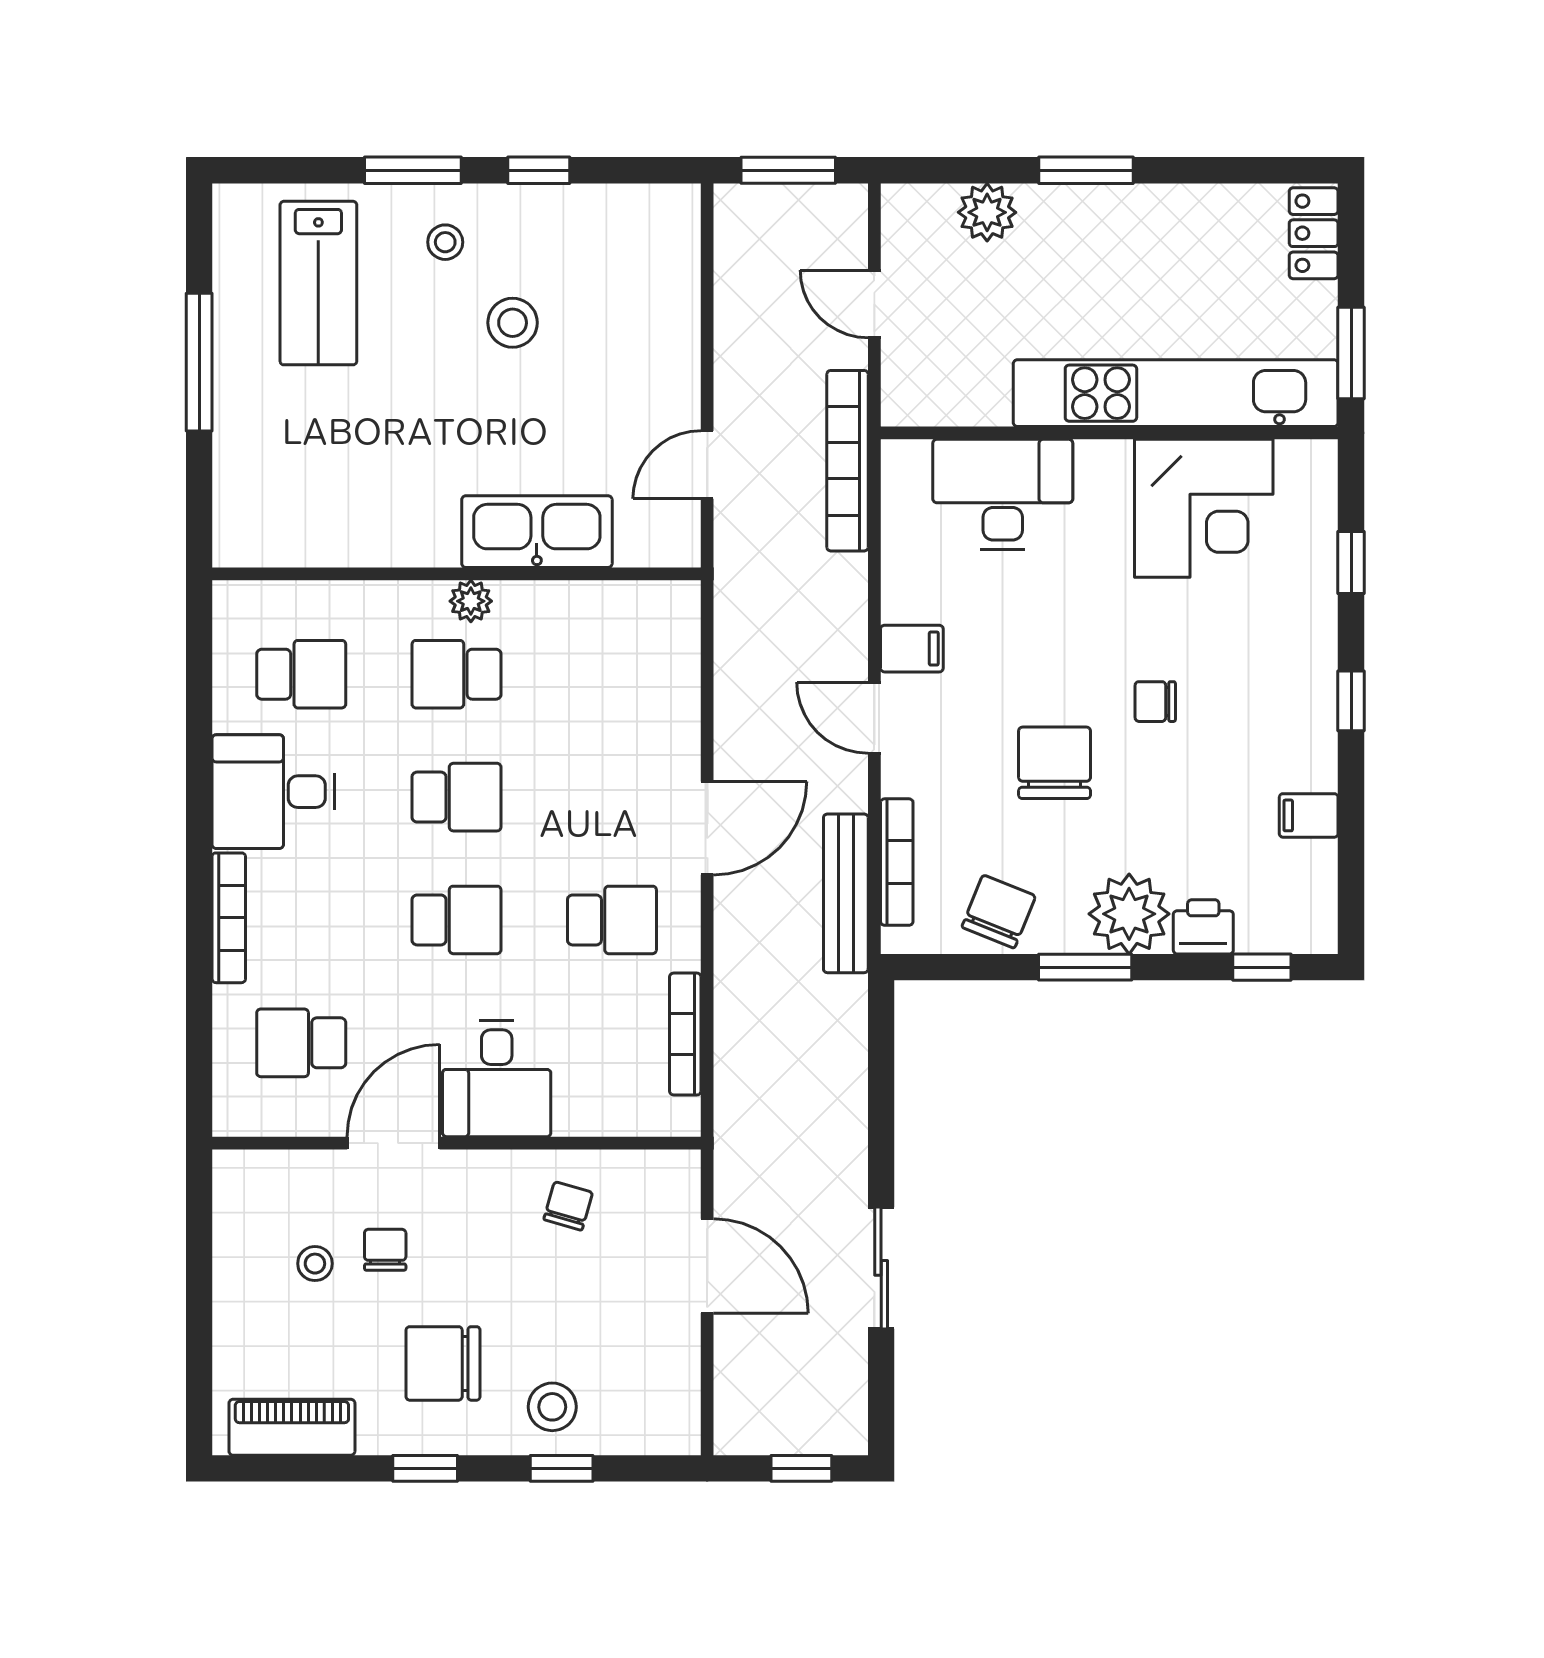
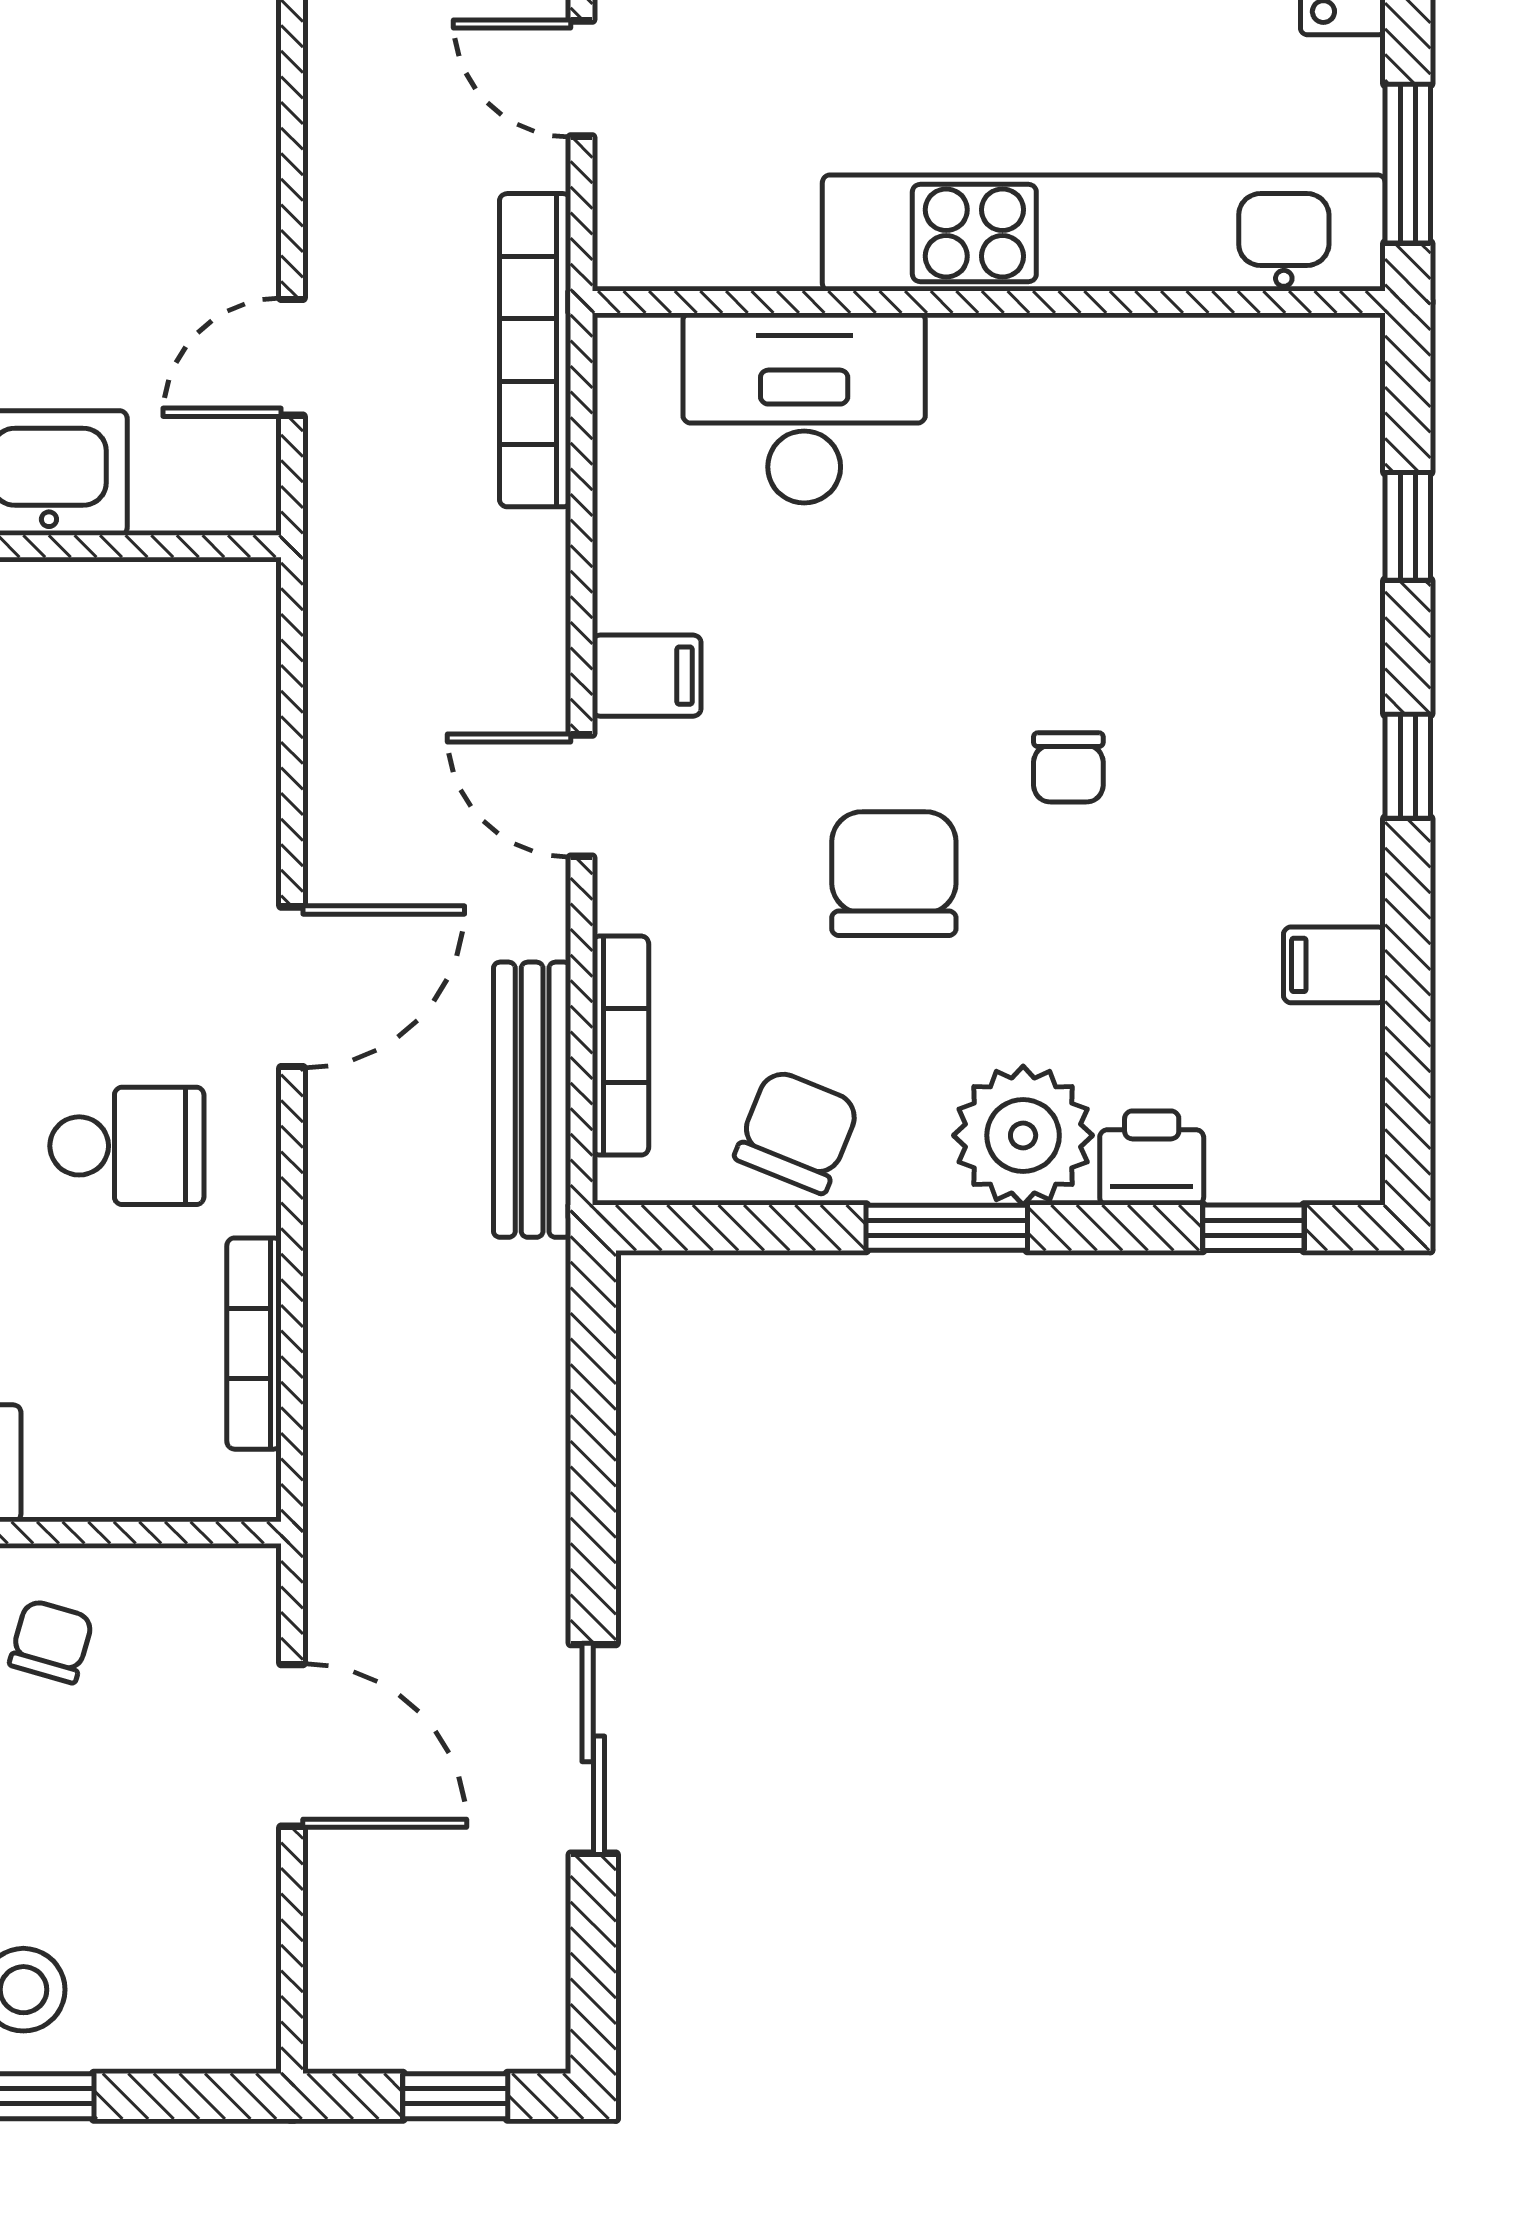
corner desk: (1204, 508) -> (1152, 433), removed
chair: (1155, 702) -> (1068, 767), turned -90

